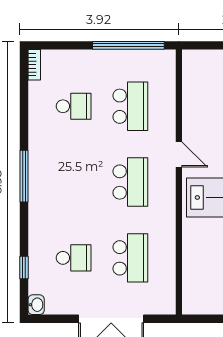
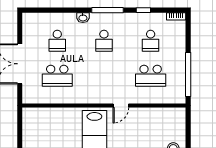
school desk: (130, 182) -> (104, 41), moved, width x0.54
window: (24, 268) -> (143, 10), moved
washbasin: (36, 305) -> (83, 18), moved

